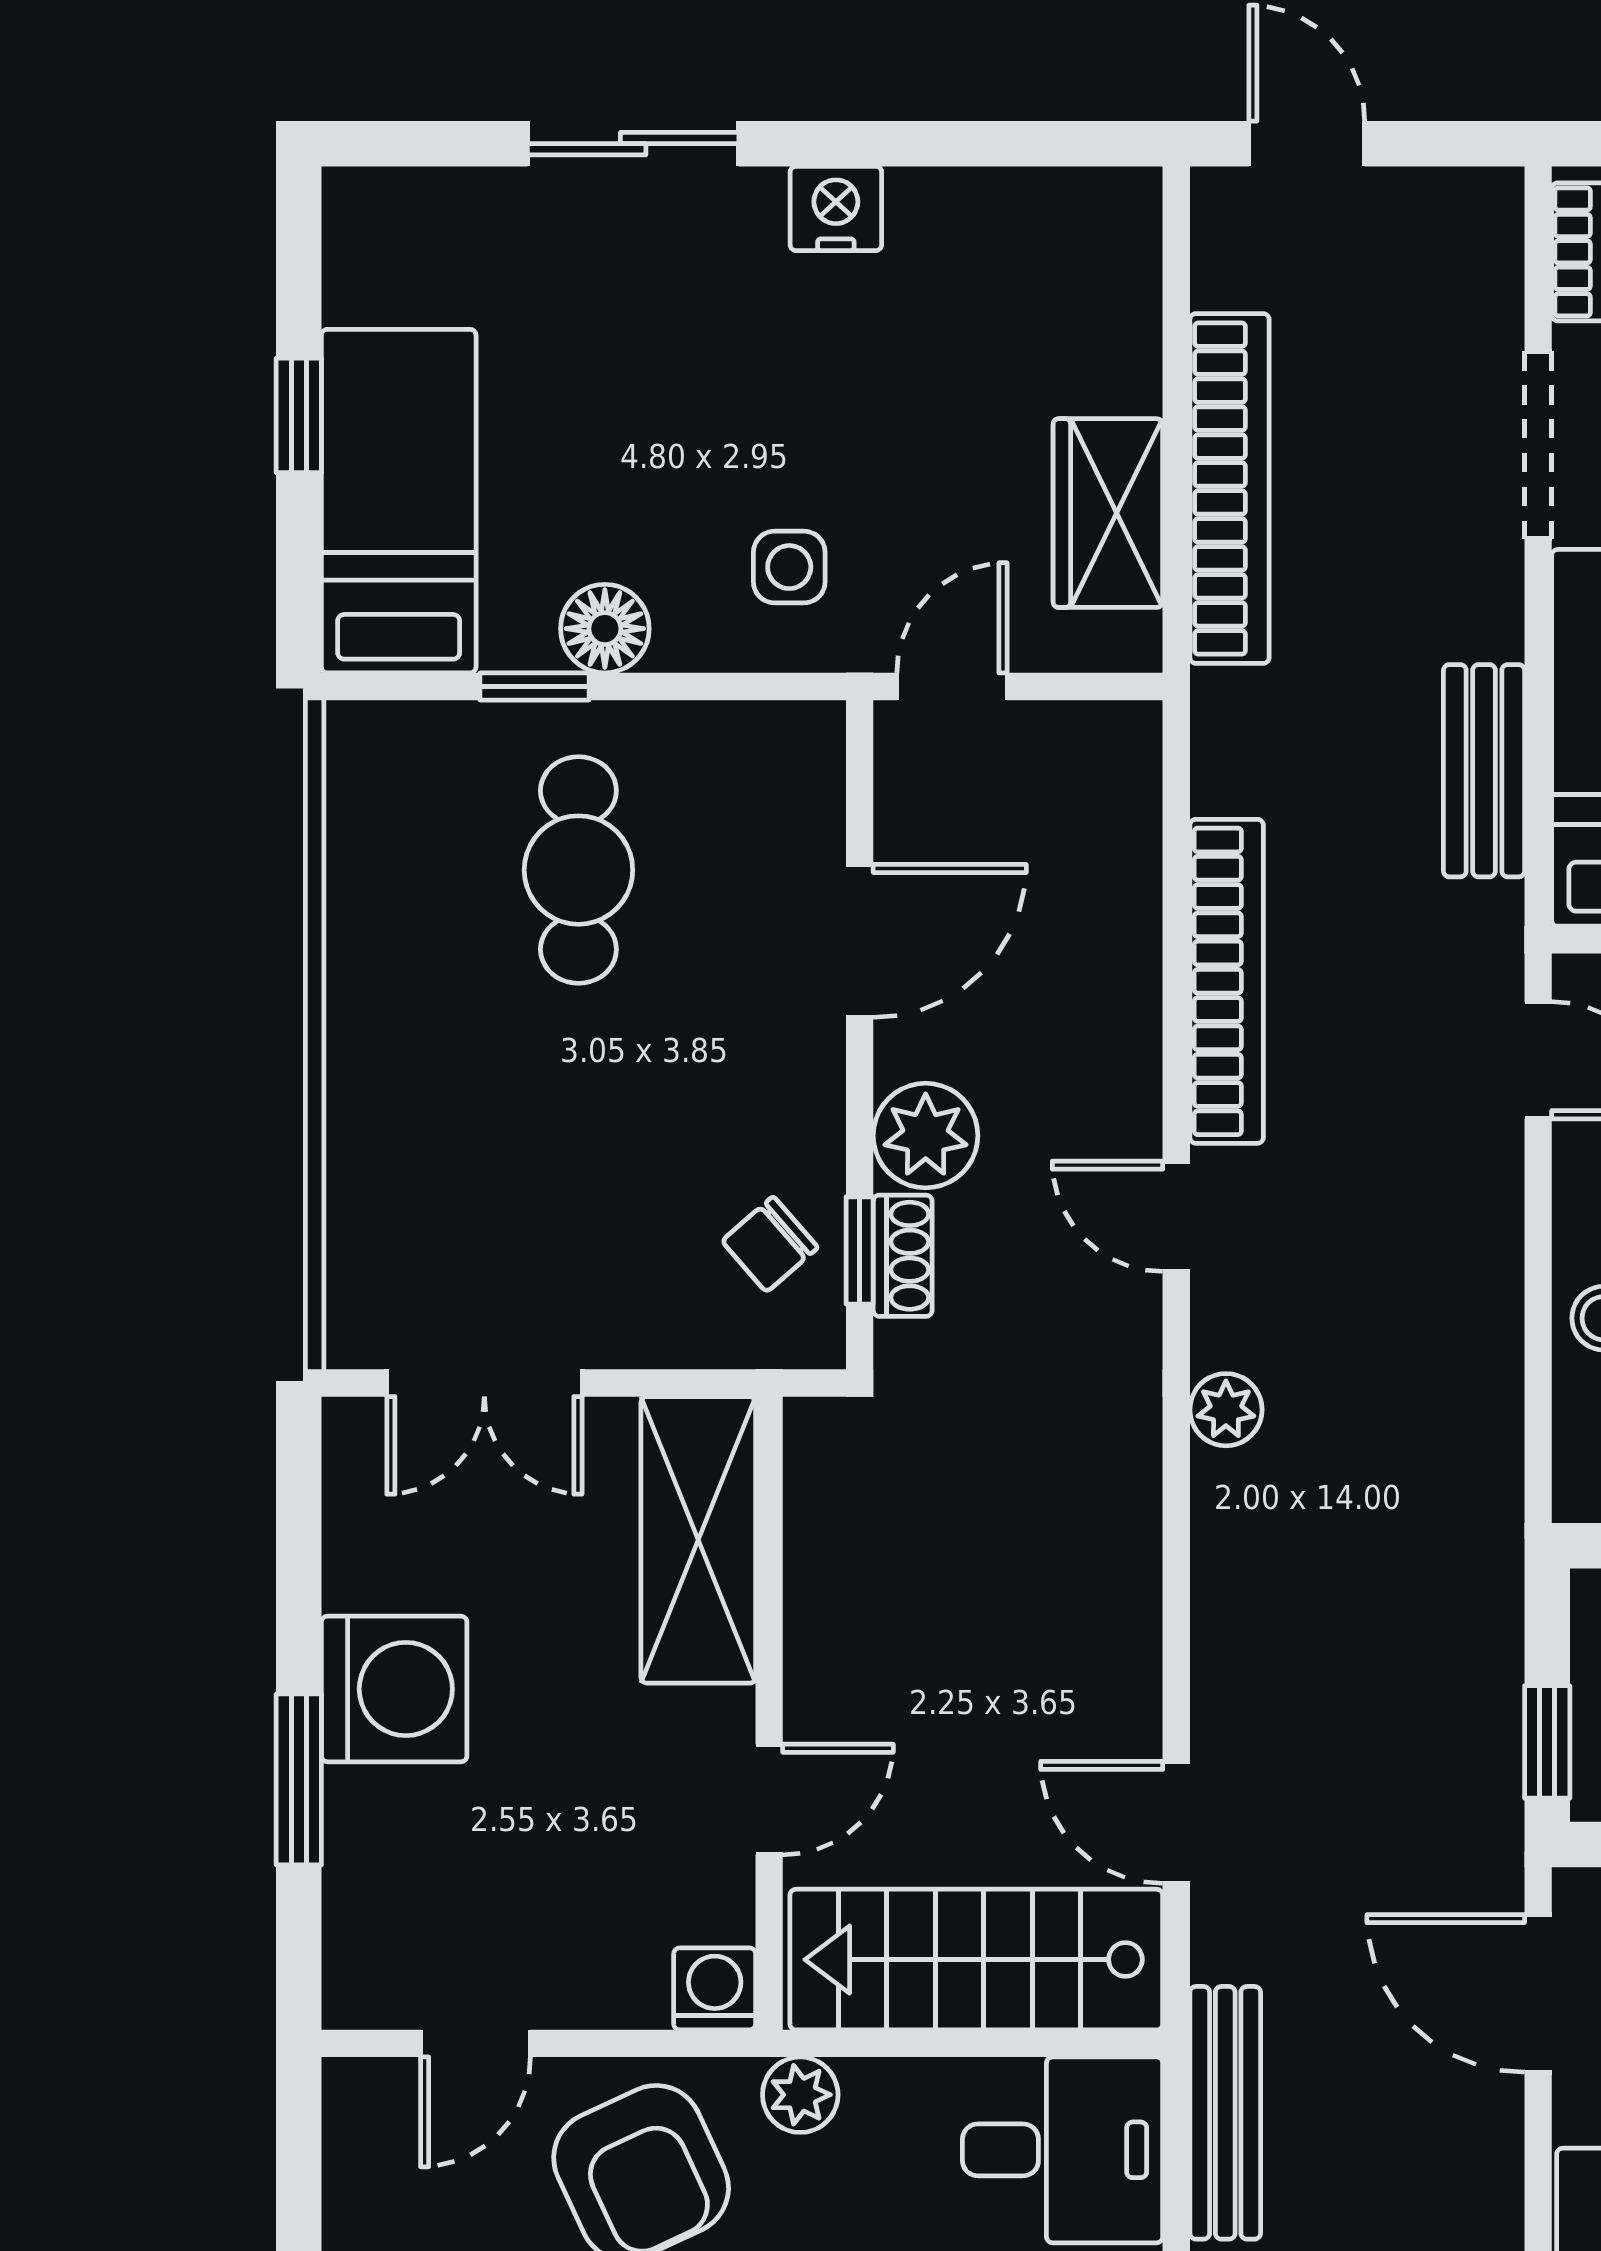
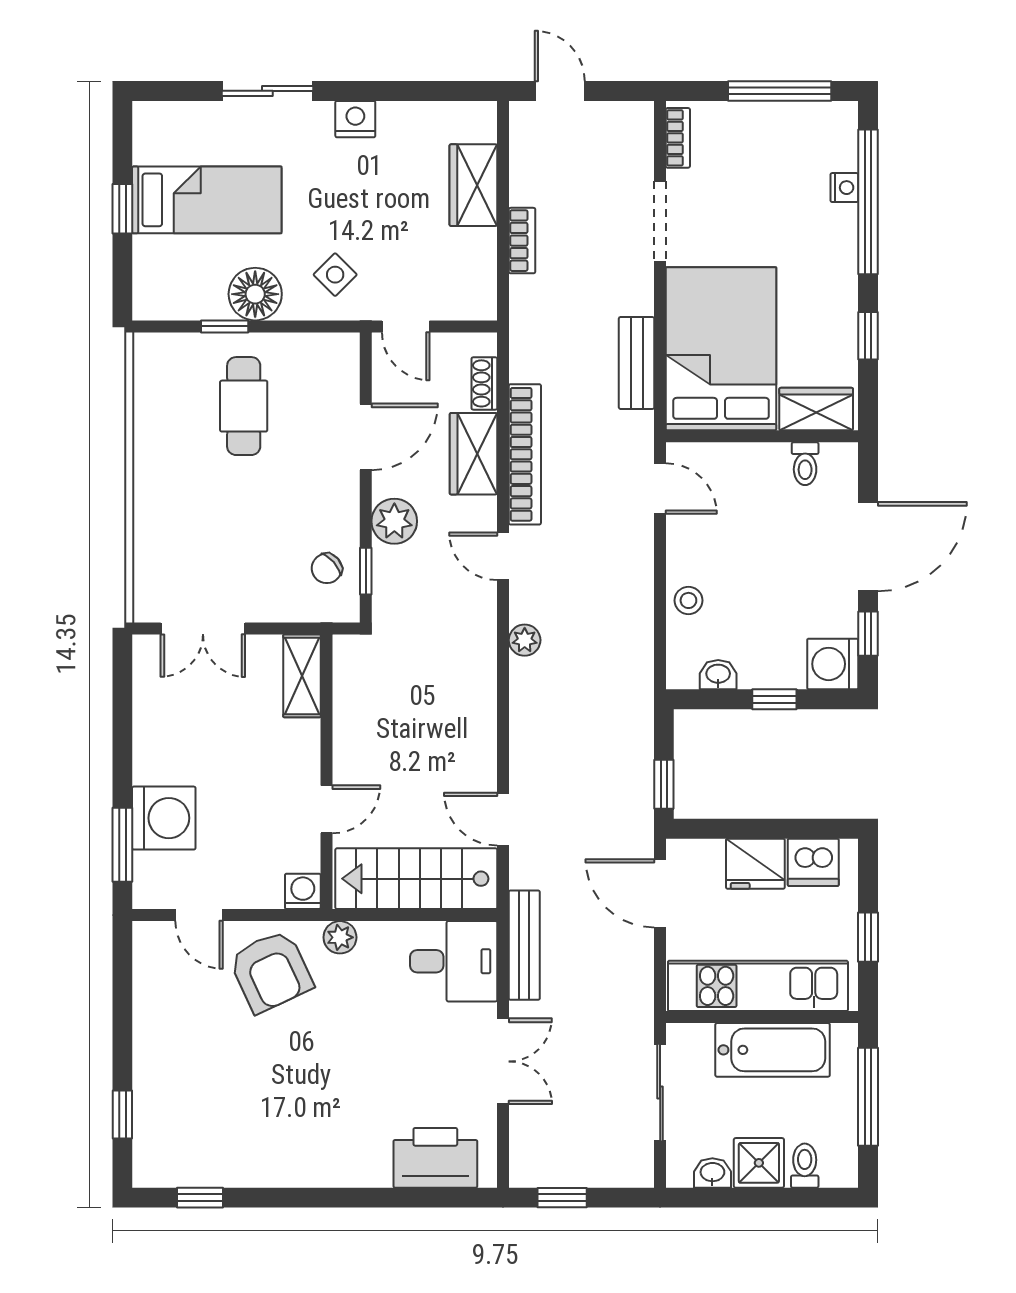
bookcase: (1230, 488) -> (522, 241), width x0.43, depth x0.76
bed: (399, 501) -> (207, 200), moved, turned 90
wardrobe: (1108, 513) -> (473, 185), moved
side table: (789, 567) -> (335, 275), turned 45
floor lamp: (605, 629) -> (255, 294), width x1.38, depth x1.38
door: (952, 686) -> (406, 326), swing flipped
wardrobe: (1108, 980) -> (473, 454), added
shoe rack: (903, 1256) -> (484, 383), moved, turned 180
shelving: (698, 1540) -> (302, 676), width x0.67, depth x0.75
washing machine: (394, 1689) -> (164, 818), moved
window: (299, 1779) -> (122, 845), moved
door: (475, 2043) -> (199, 915), hinge flipped

